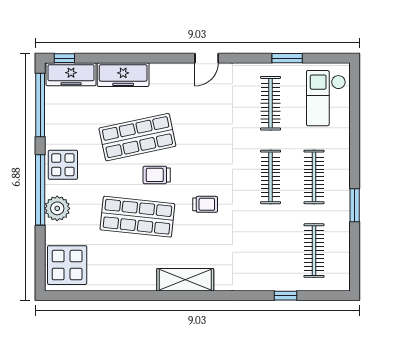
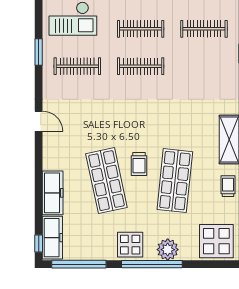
trolley: (205, 204) -> (228, 186), moved

